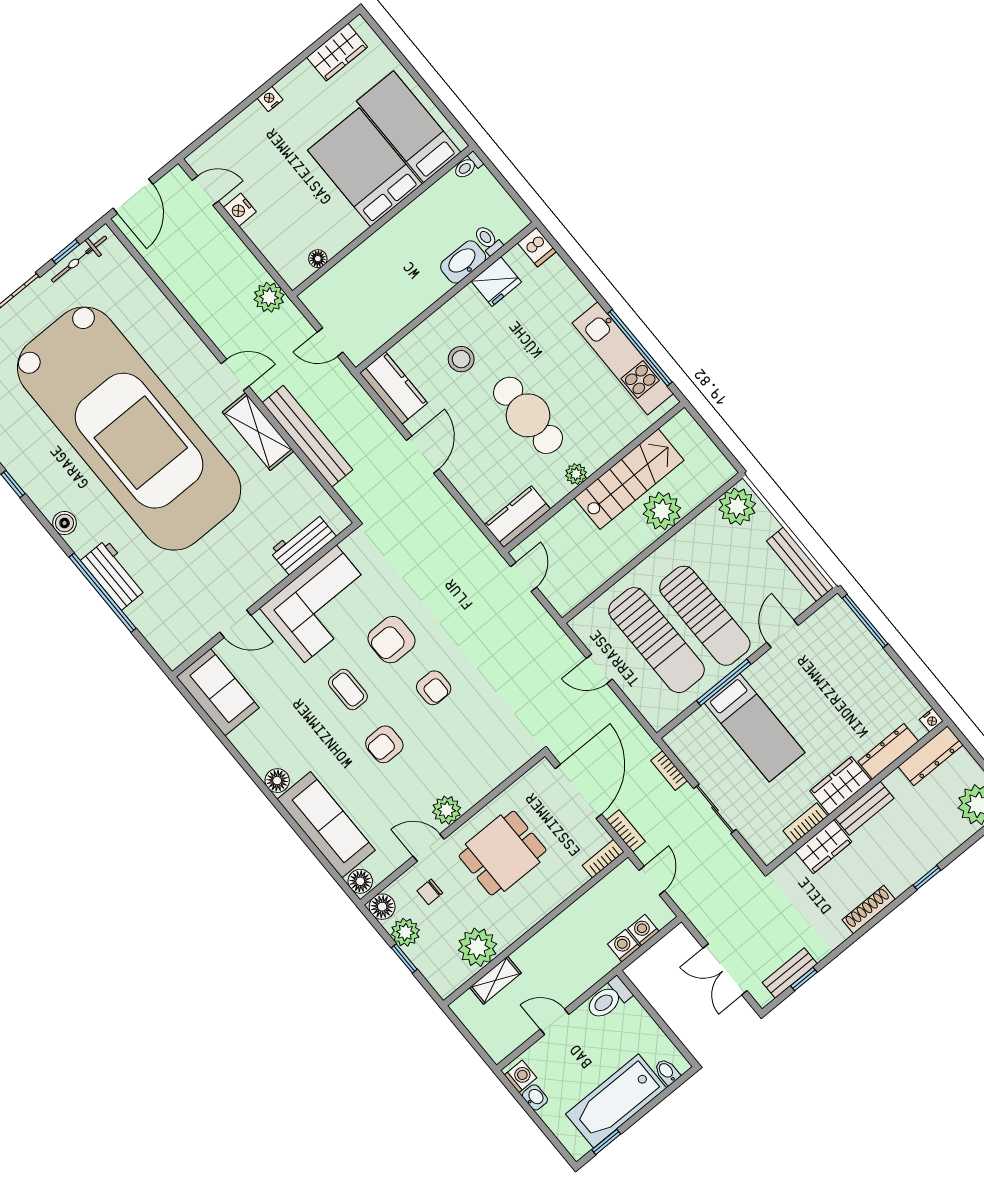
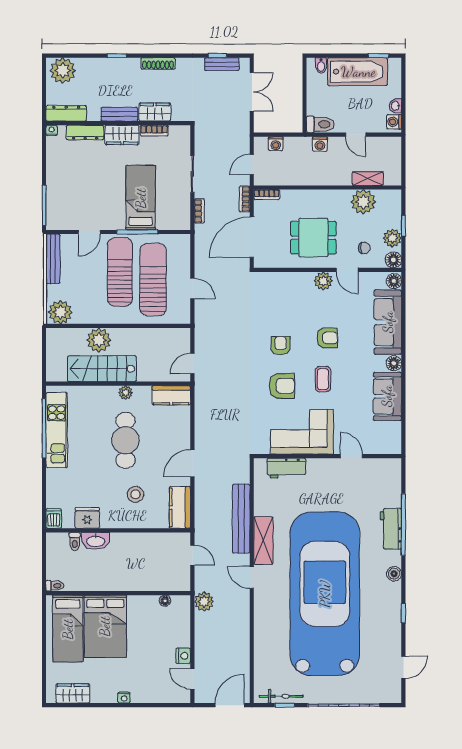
sofa: (218, 692) -> (387, 396), moved
washing machine: (624, 946) -> (320, 144), moved

